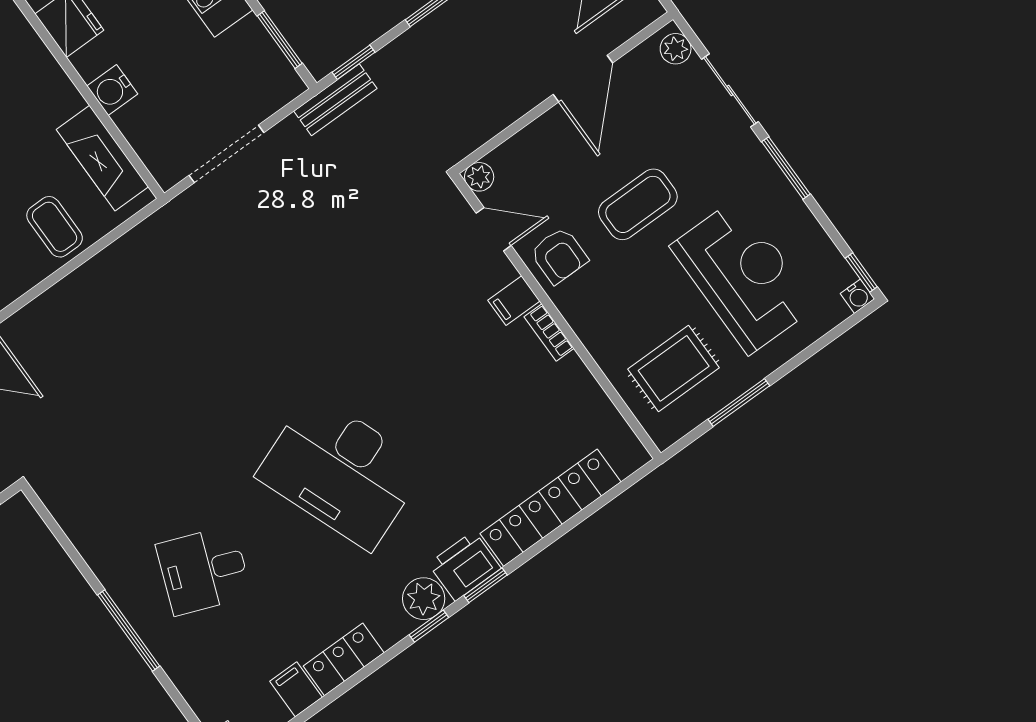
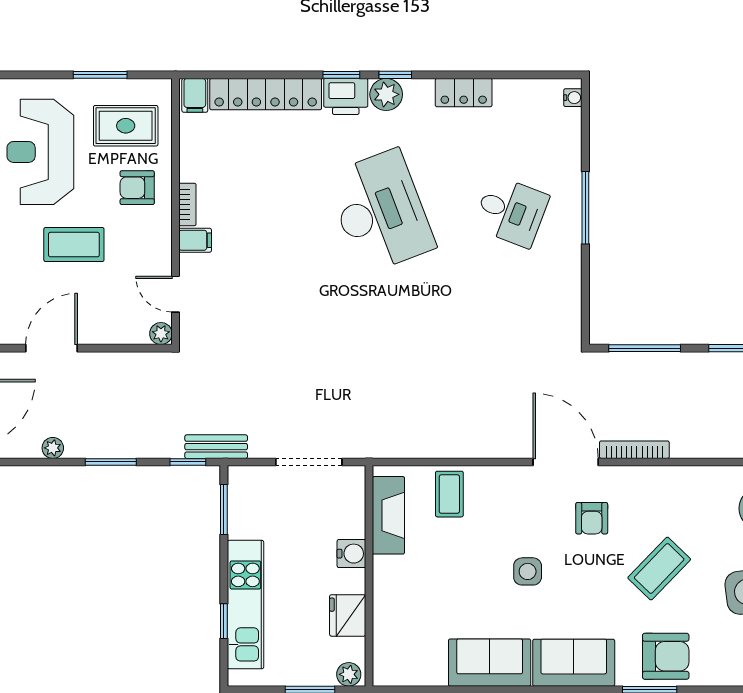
armchair: (559, 256) -> (137, 188), moved, turned -90
filing cabinet: (296, 689) -> (195, 95), moved

